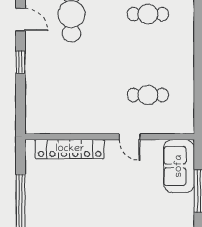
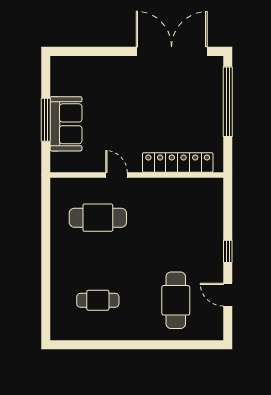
cafe table: (148, 95) -> (98, 218), width x1.37, depth x1.35
sofa: (179, 166) -> (66, 124), moved

